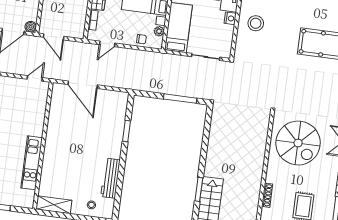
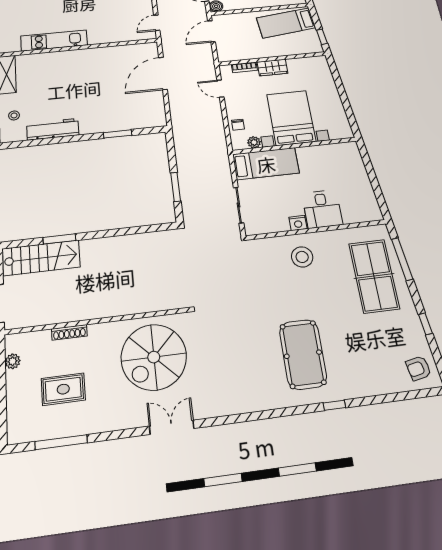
door: (35, 78) -> (157, 23), swing flipped
window: (180, 99) -> (176, 187), width x0.69

